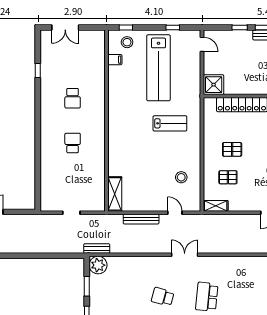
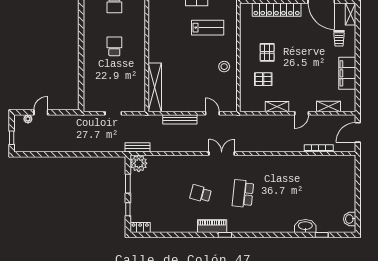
pallet: (232, 149) -> (267, 52), turned 90
stool: (181, 177) -> (224, 67), moved
shelving: (115, 194) -> (155, 87), width x1.47
shelving: (216, 206) -> (277, 107), moved

